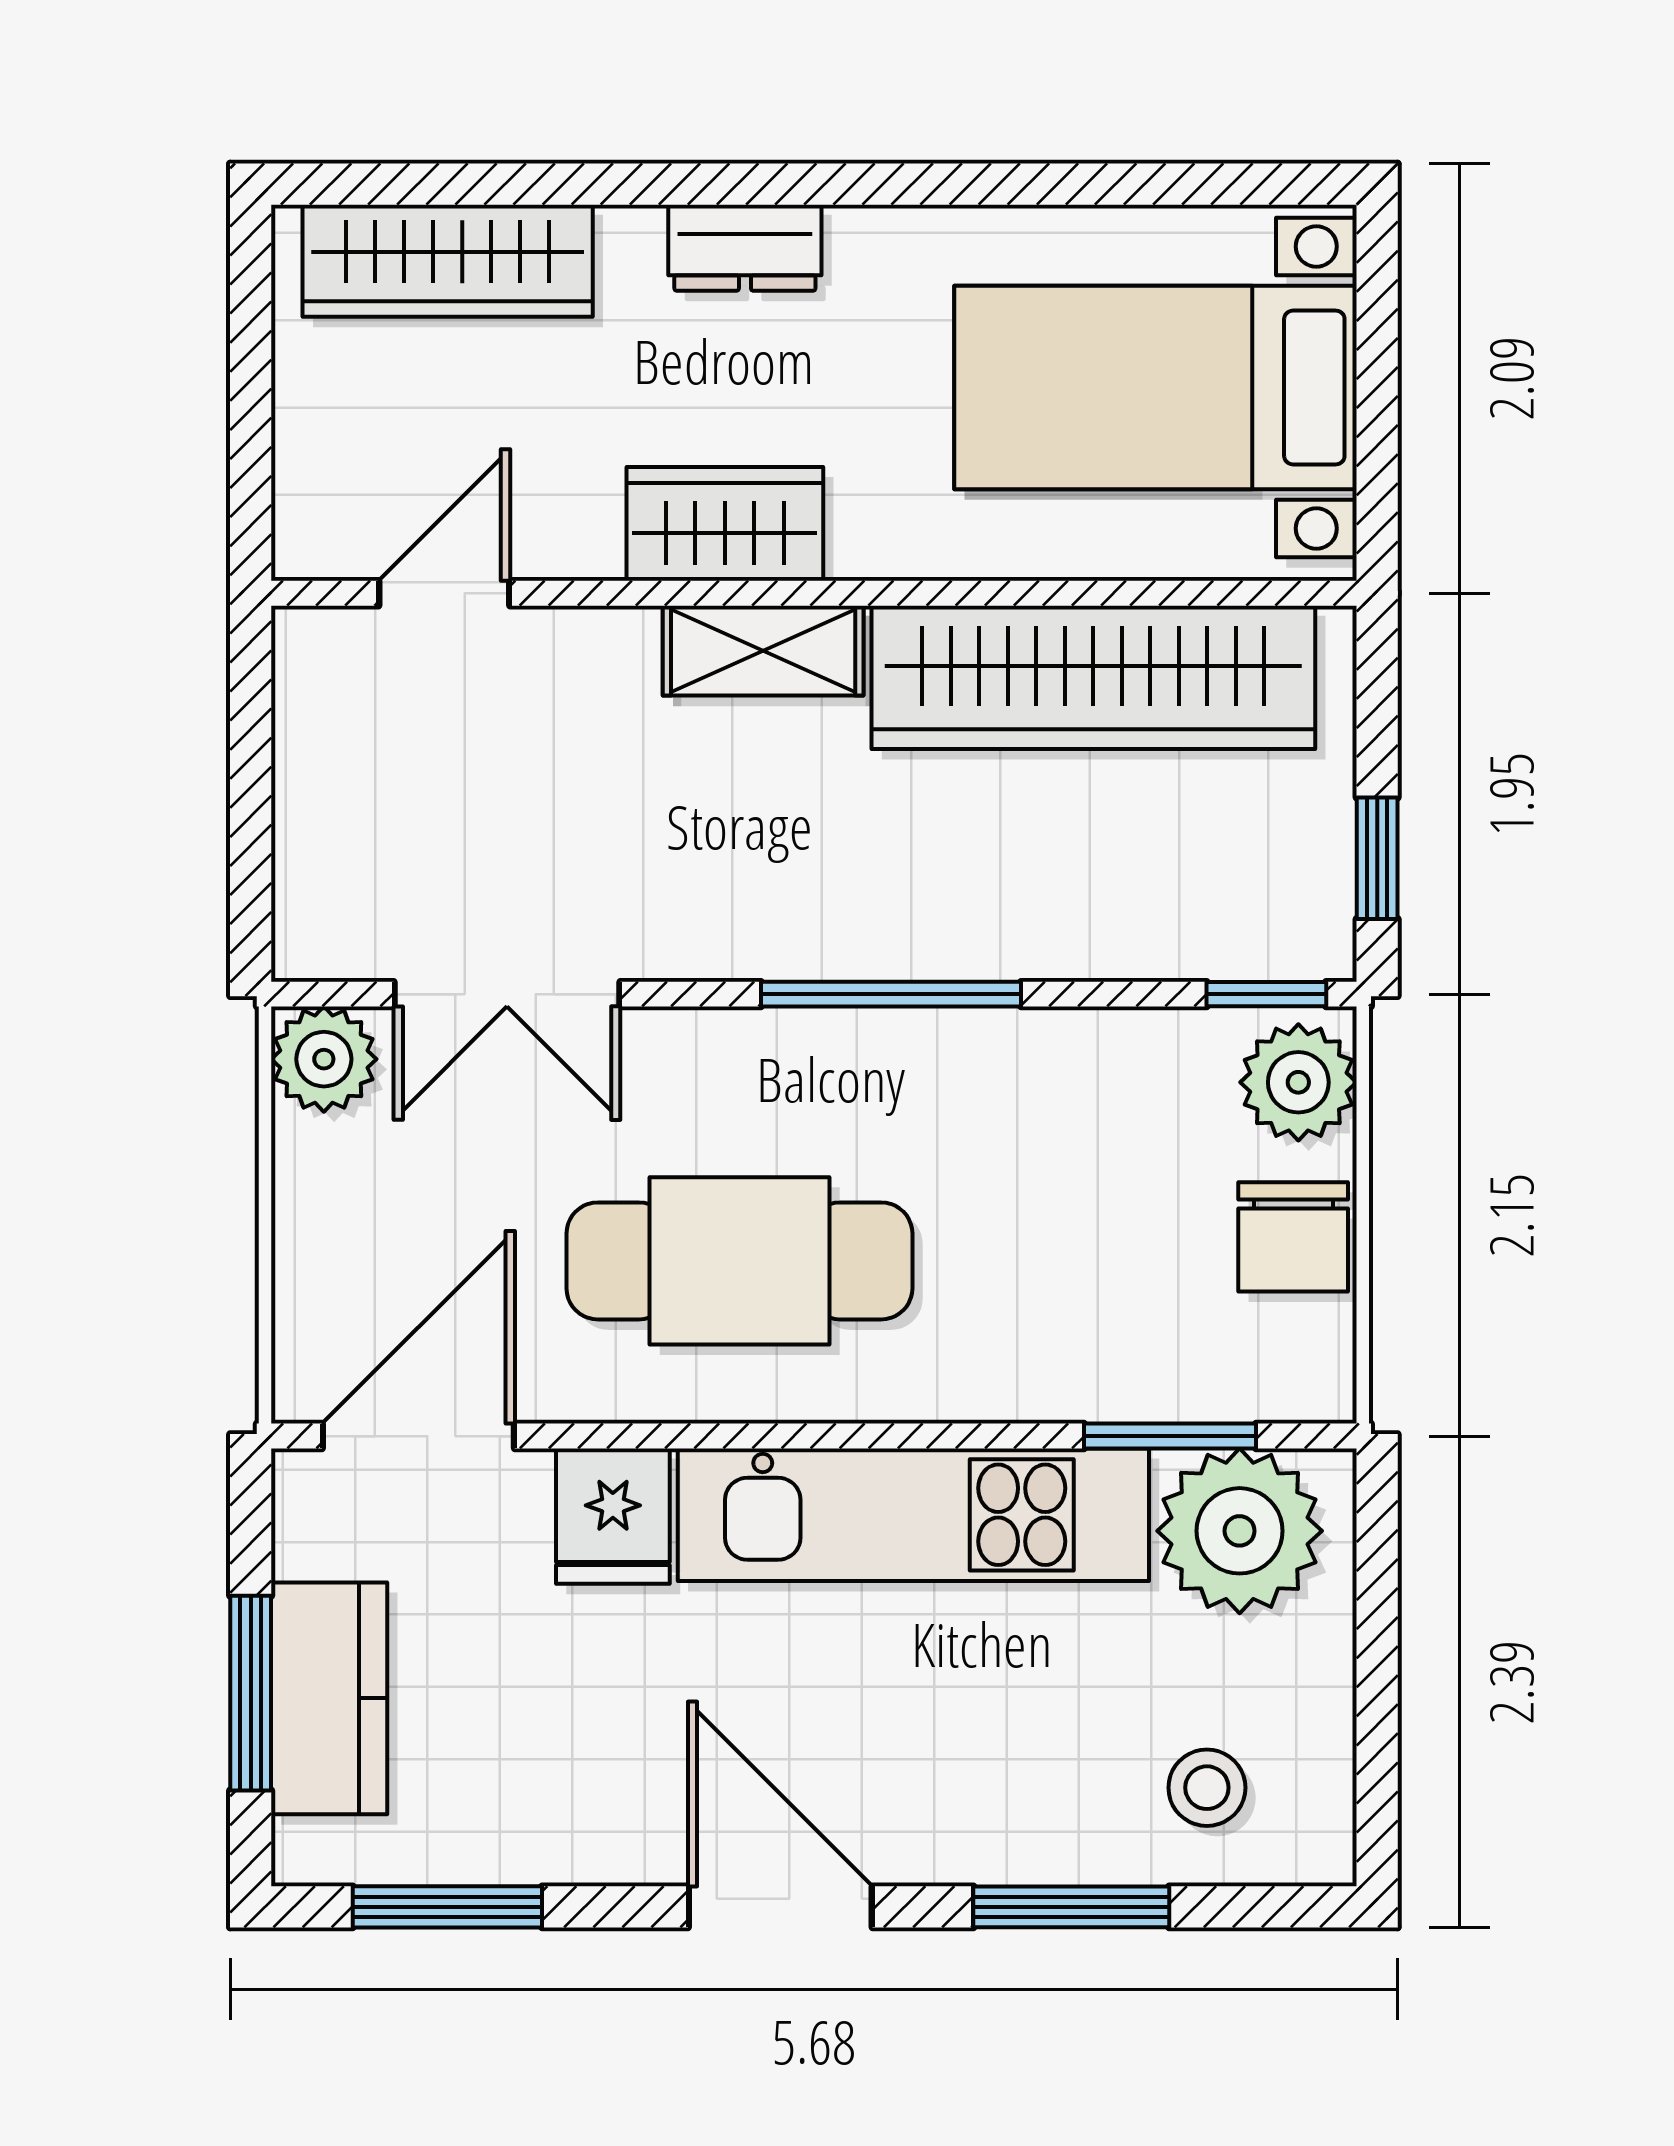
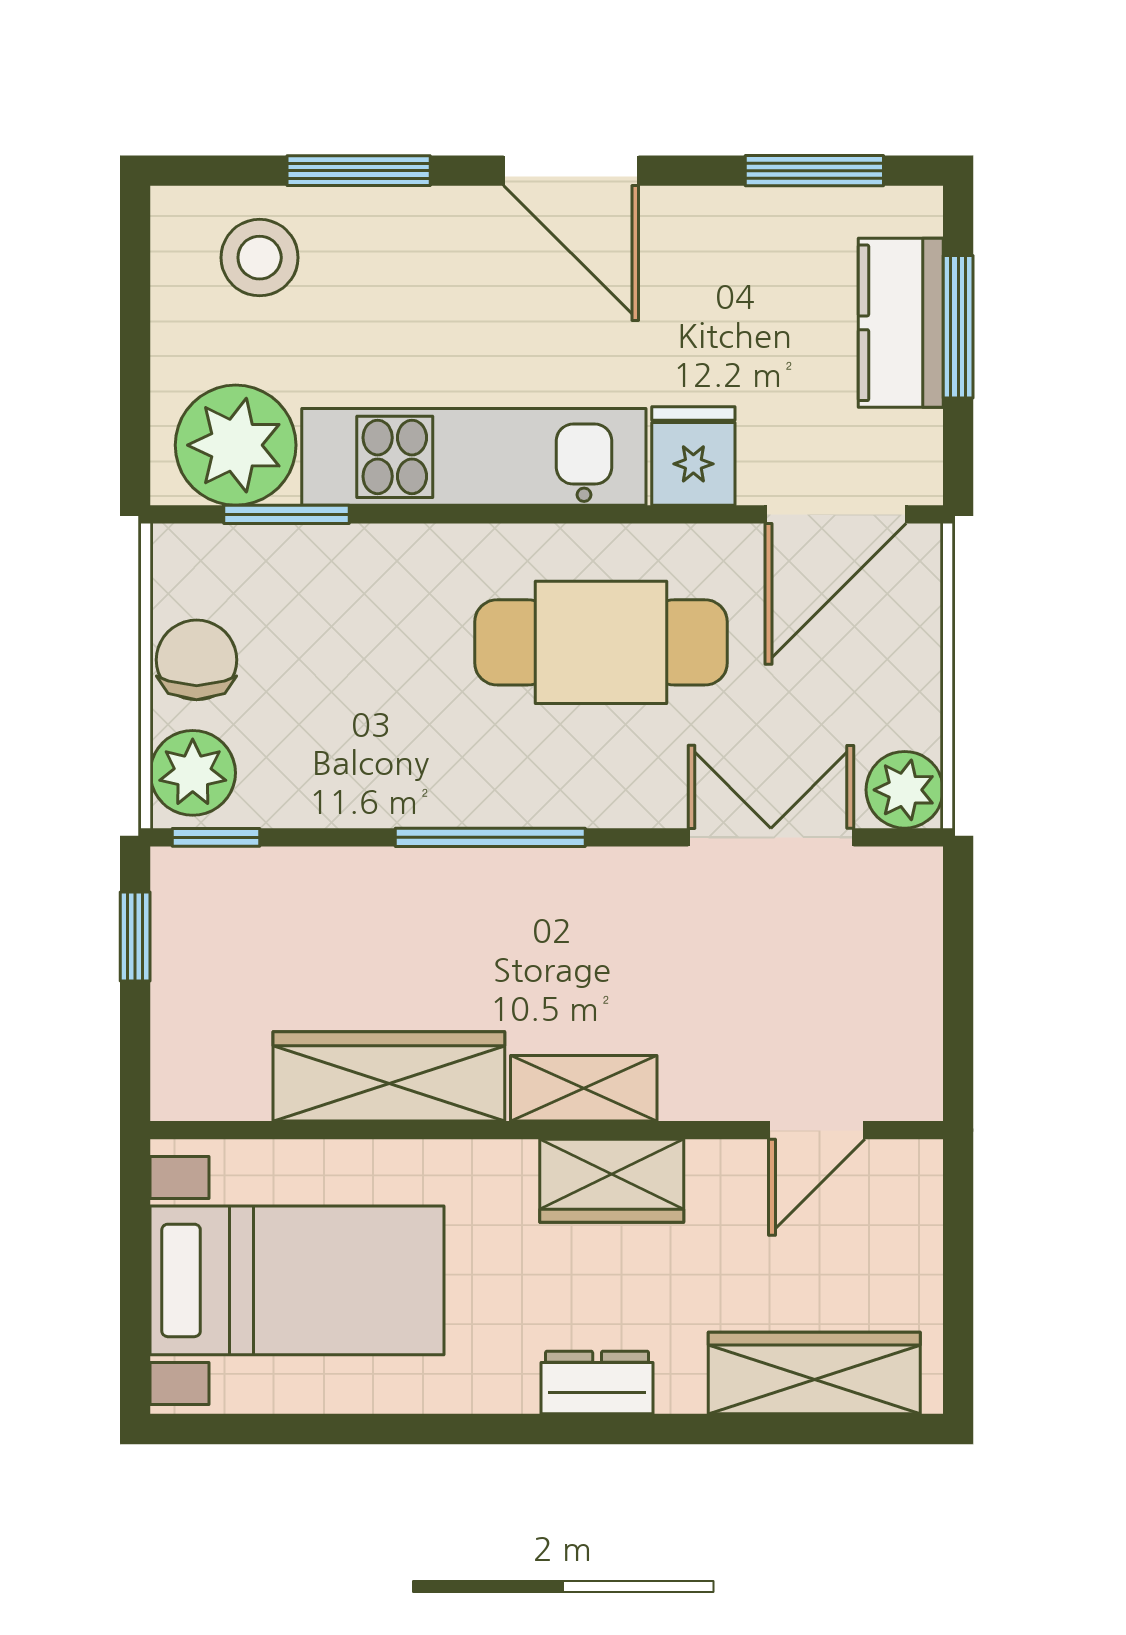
wardrobe: (1093, 677) -> (389, 1076), width x0.71, depth x0.85
stool: (1207, 1788) -> (260, 258), width x1.37, depth x1.37

